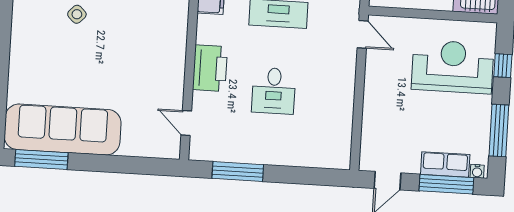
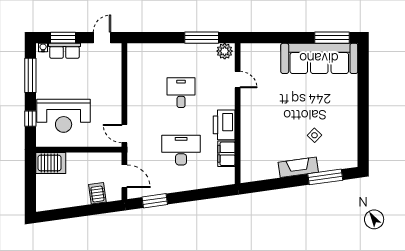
printer: (210, 68) -> (224, 125), moved
door: (186, 123) -> (238, 80), moved
plant: (204, 149) -> (225, 51), added
window: (446, 184) -> (63, 38), width x0.69

